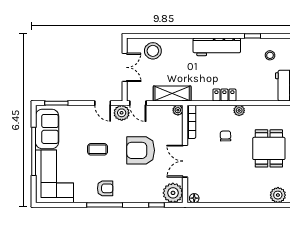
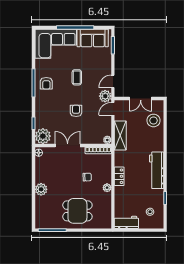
armchair: (141, 150) -> (76, 111), width x0.53, depth x0.53
plant: (278, 195) -> (41, 189), moved

